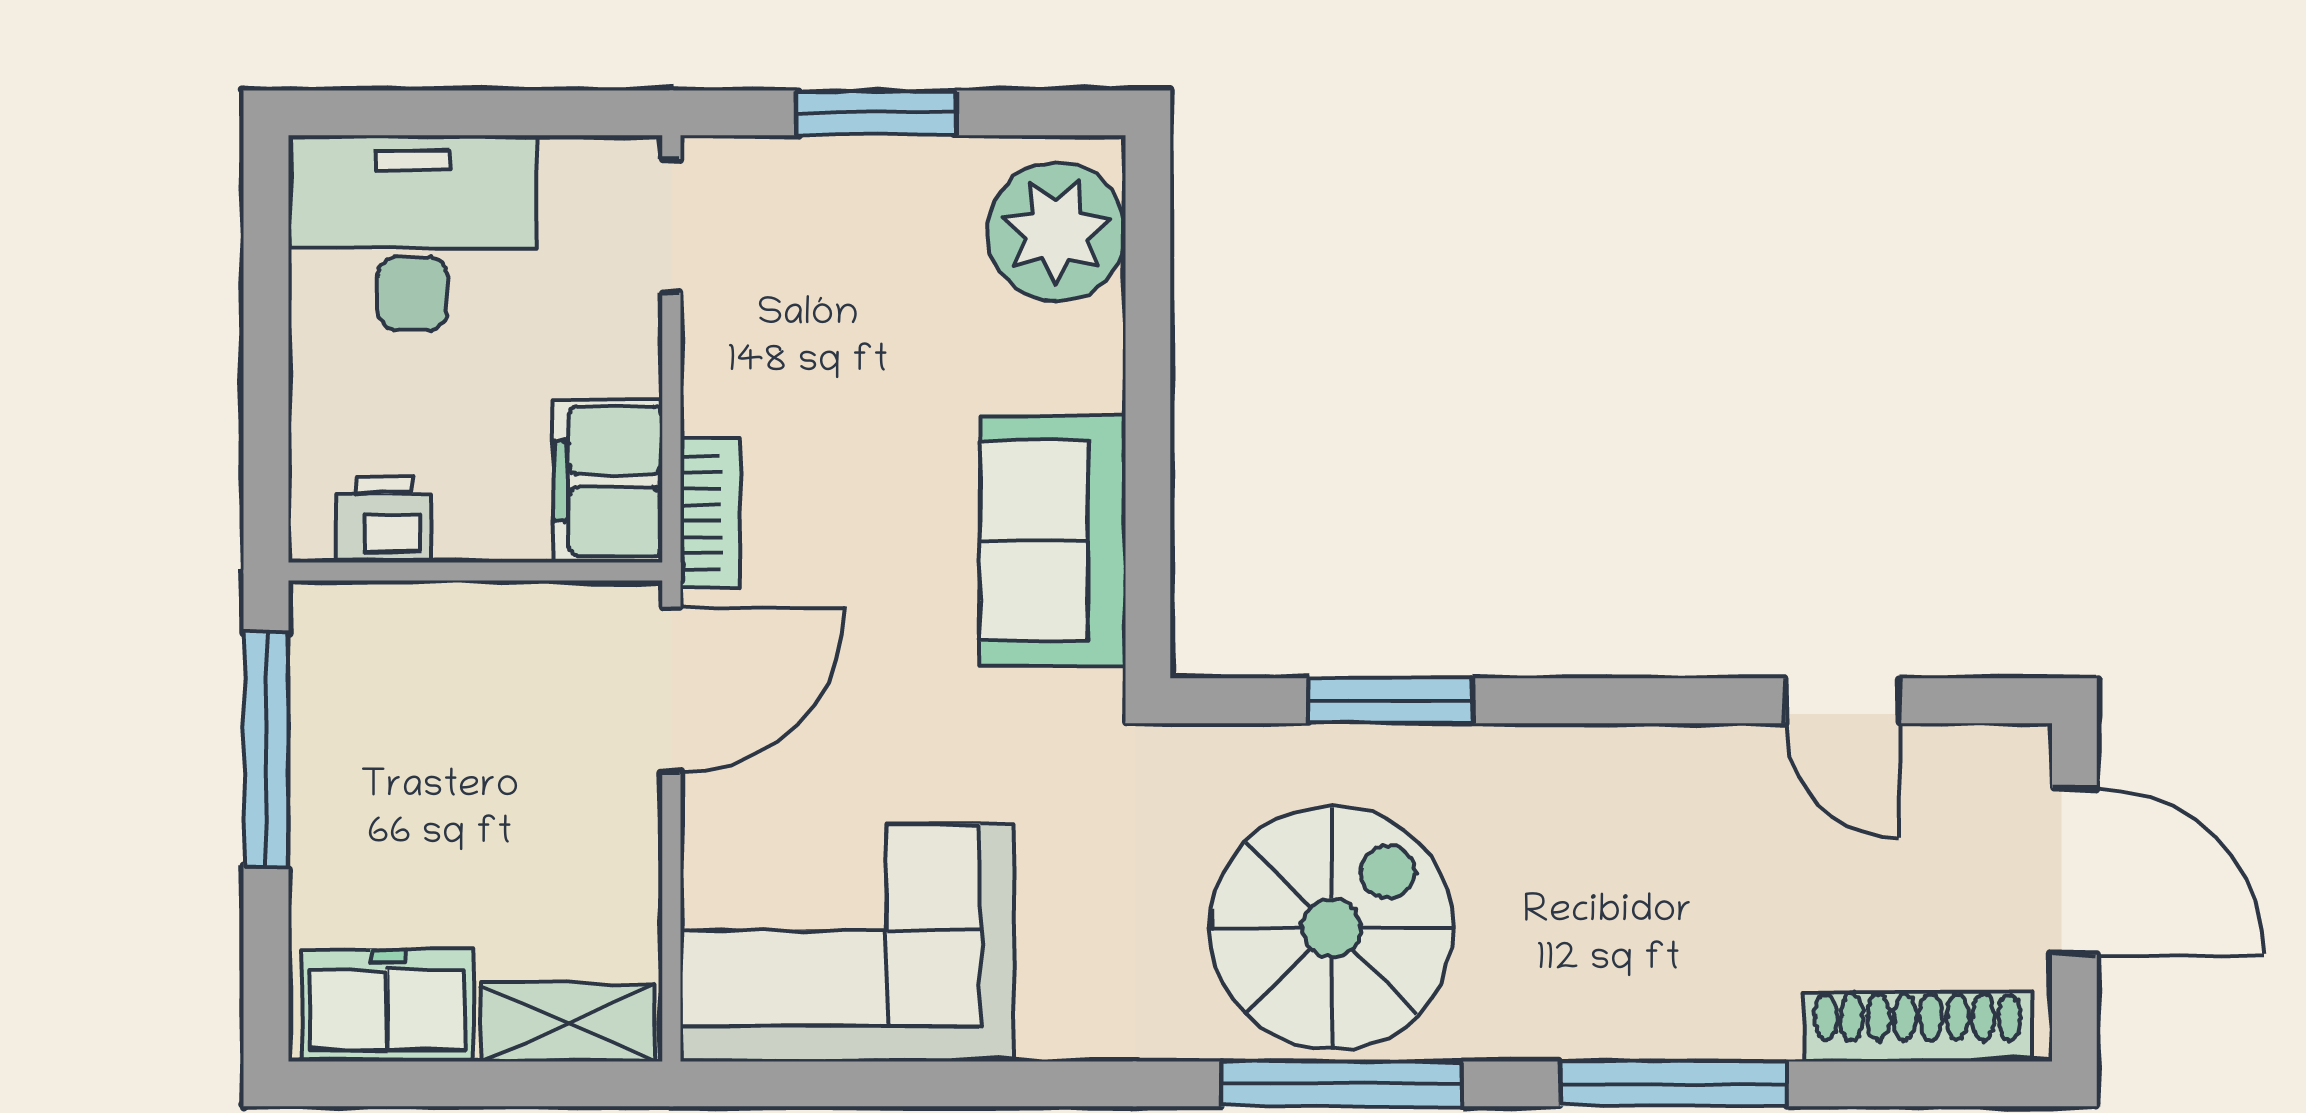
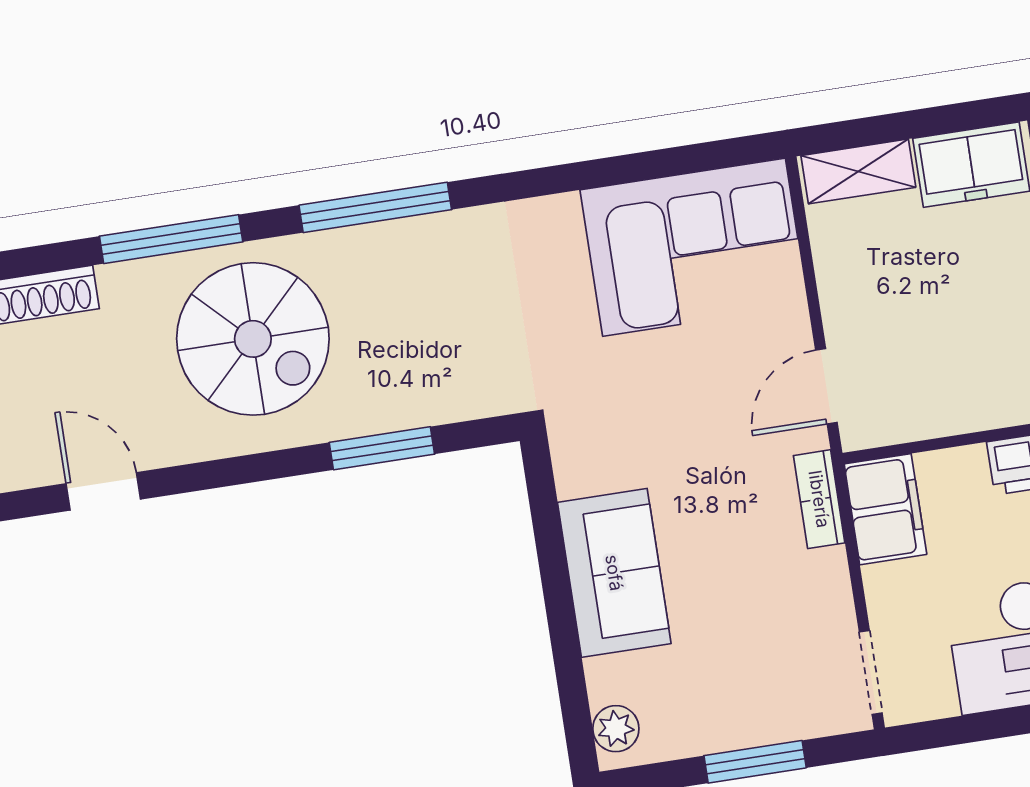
plant: (1056, 232) -> (616, 729), width x0.53, depth x0.53
sofa: (1053, 541) -> (614, 573), moved
door: (671, 690) -> (826, 386), width x0.73
spiral stairs: (1332, 928) -> (253, 339), moved, turned -90

